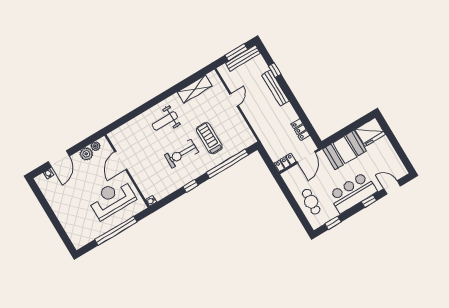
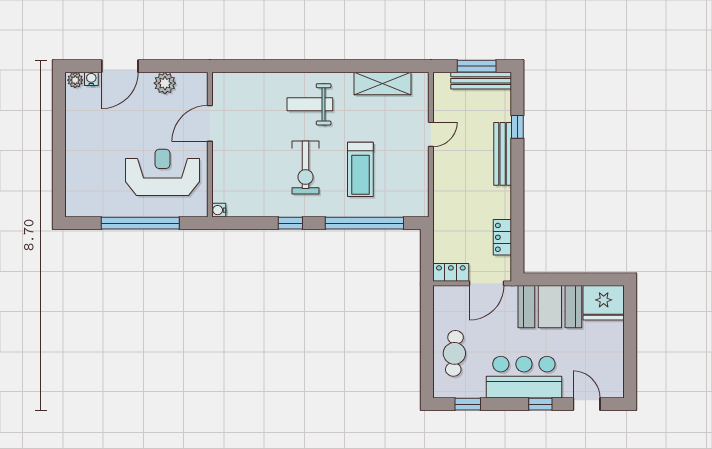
treadmill: (209, 138) -> (360, 169), turned 180
plant: (96, 146) -> (75, 80), moved
exercise bike: (181, 154) -> (306, 167), turned -90

